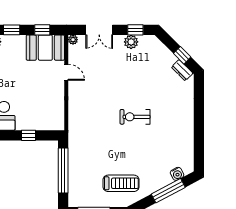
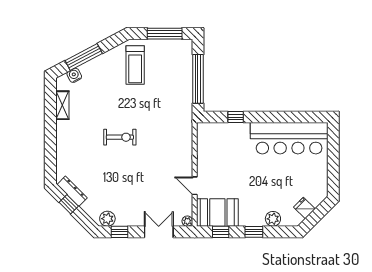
plant: (131, 42) -> (107, 219), moved
dresser: (182, 70) -> (72, 191), width x1.44
shelving: (188, 146) -> (62, 105), added
treadmill: (121, 183) -> (135, 65), turned -90

